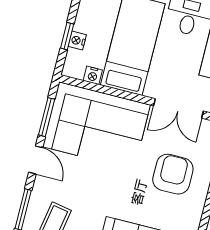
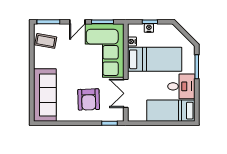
armchair: (173, 174) -> (89, 99), turned 88

